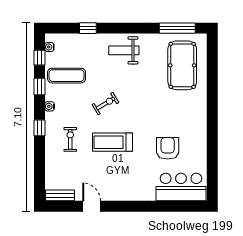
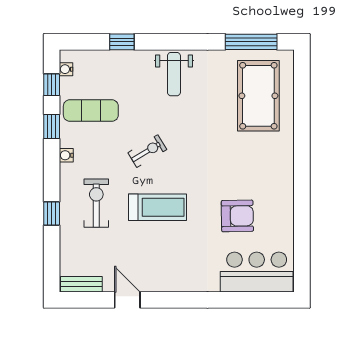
weight bench: (124, 50) -> (174, 74), turned -90
window: (39, 128) -> (52, 214), moved
exercise bike: (70, 139) -> (96, 203), width x1.38, depth x1.39
treadmill: (113, 142) -> (157, 207), turned 180
armchair: (168, 148) -> (237, 216), turned 89

